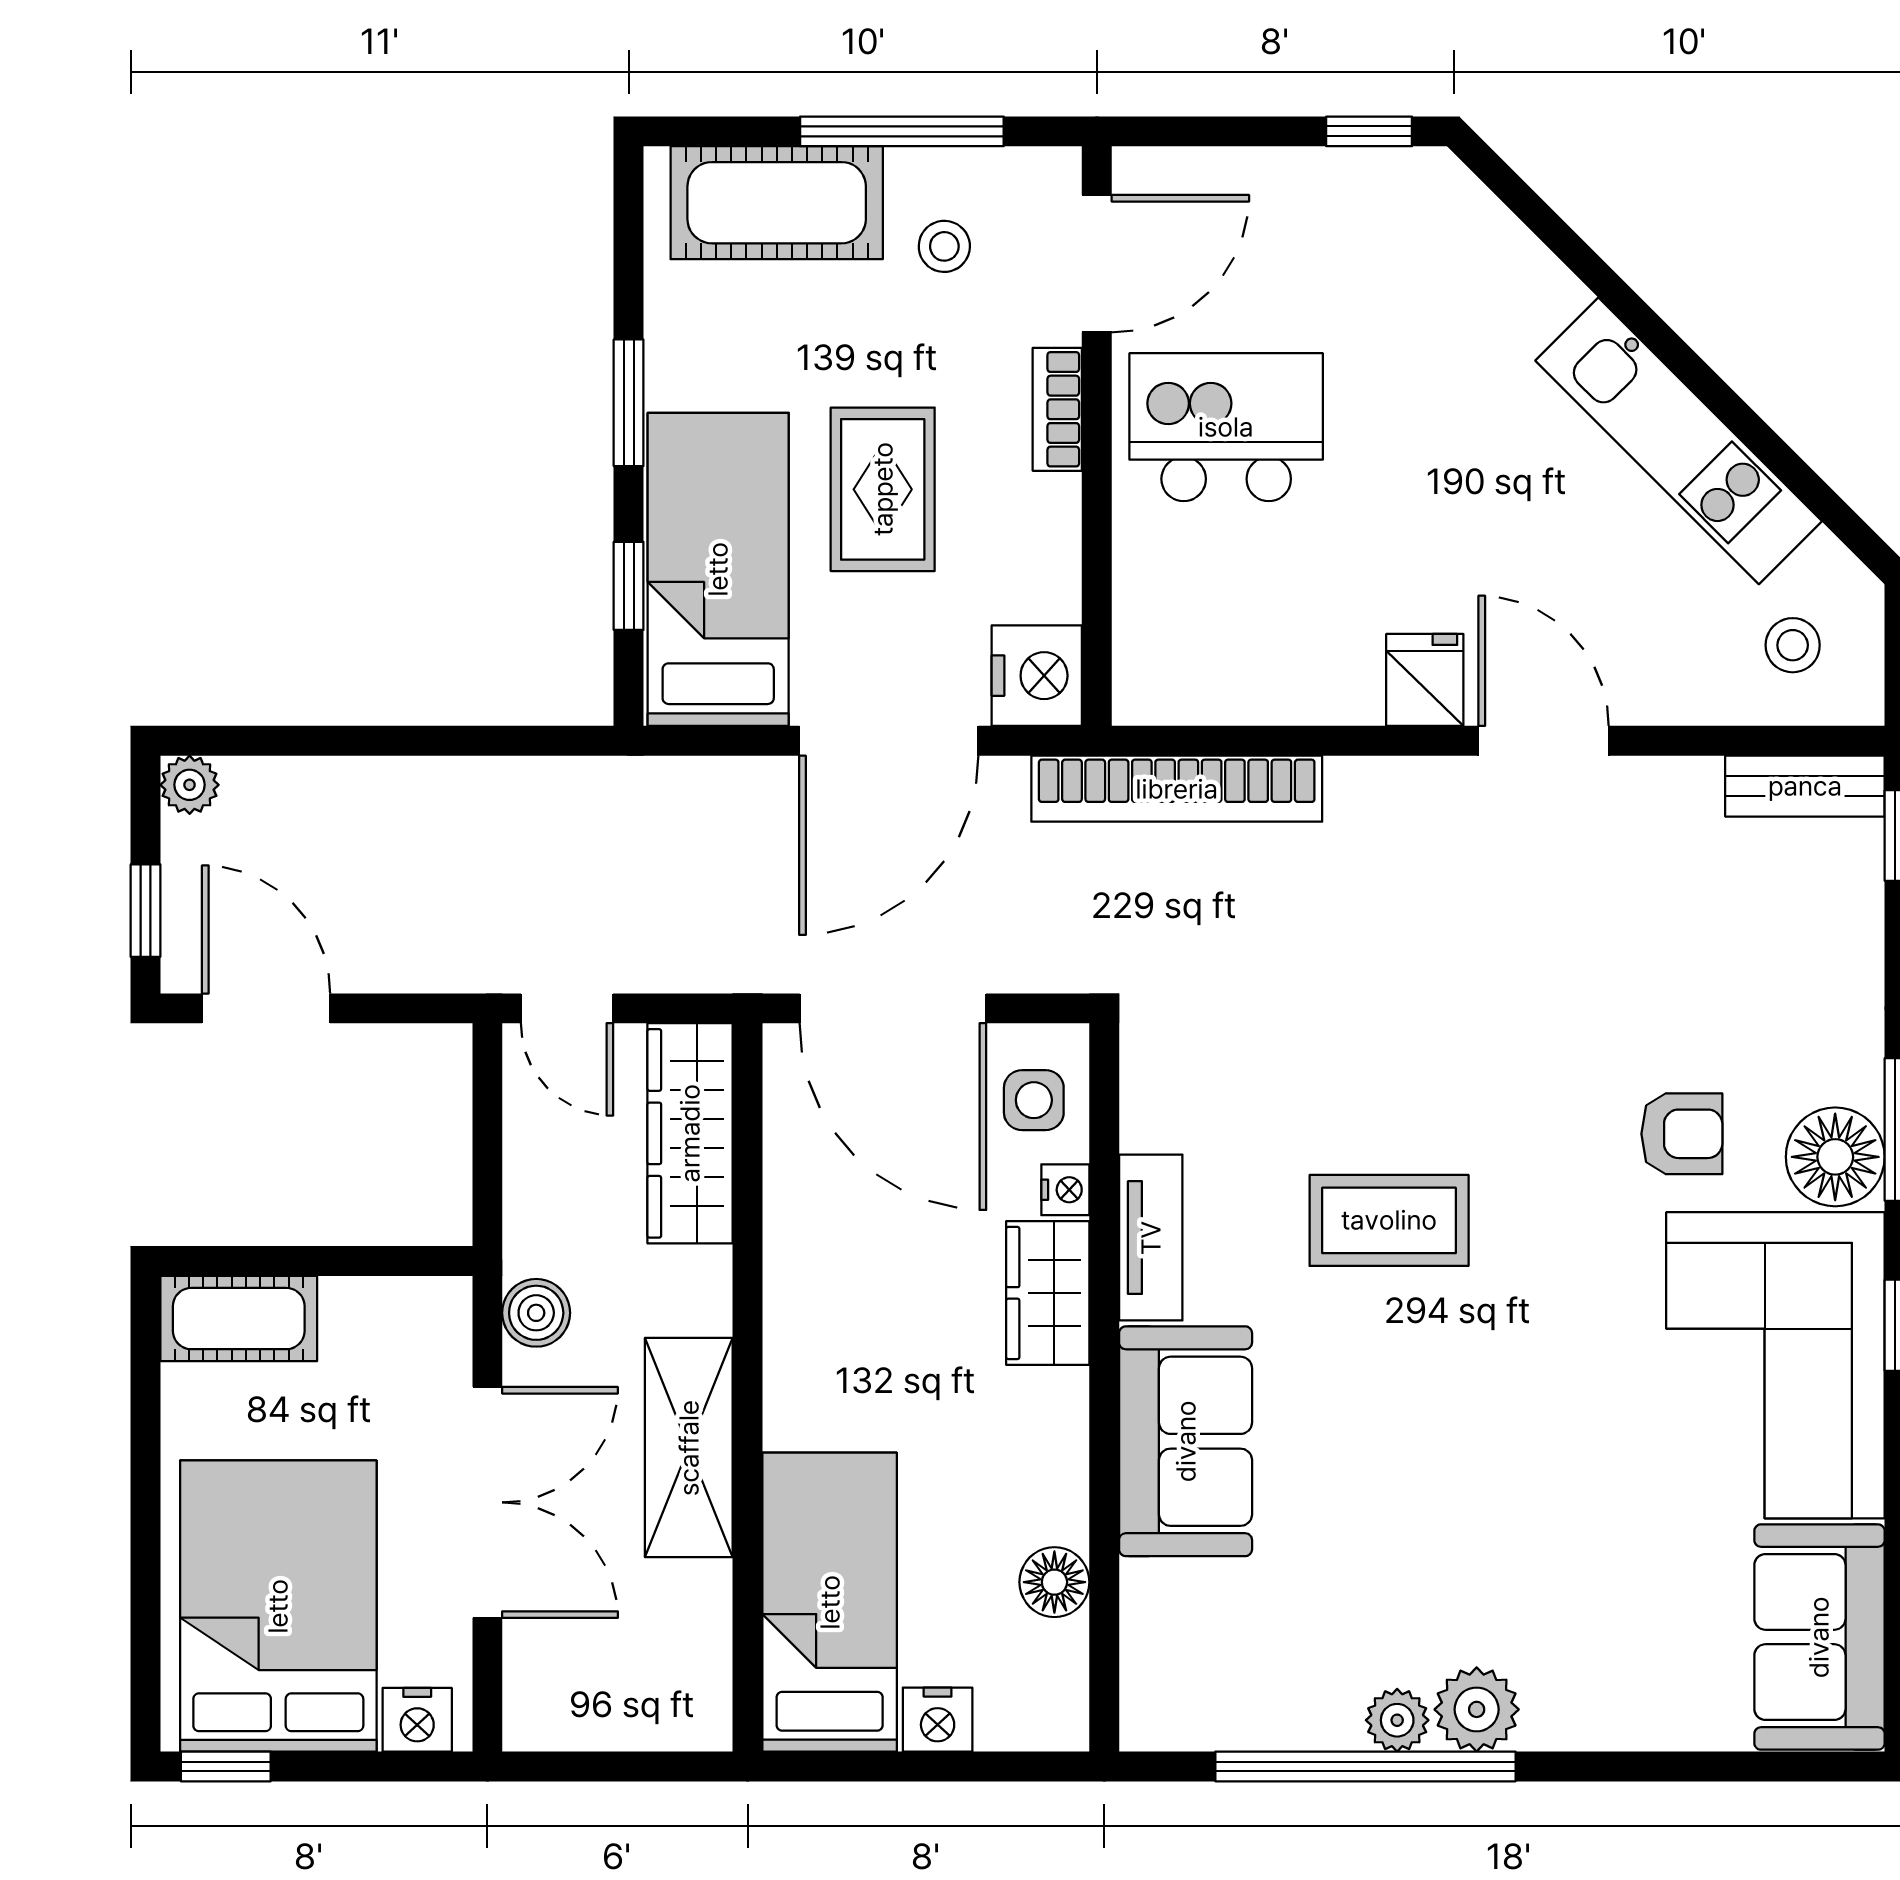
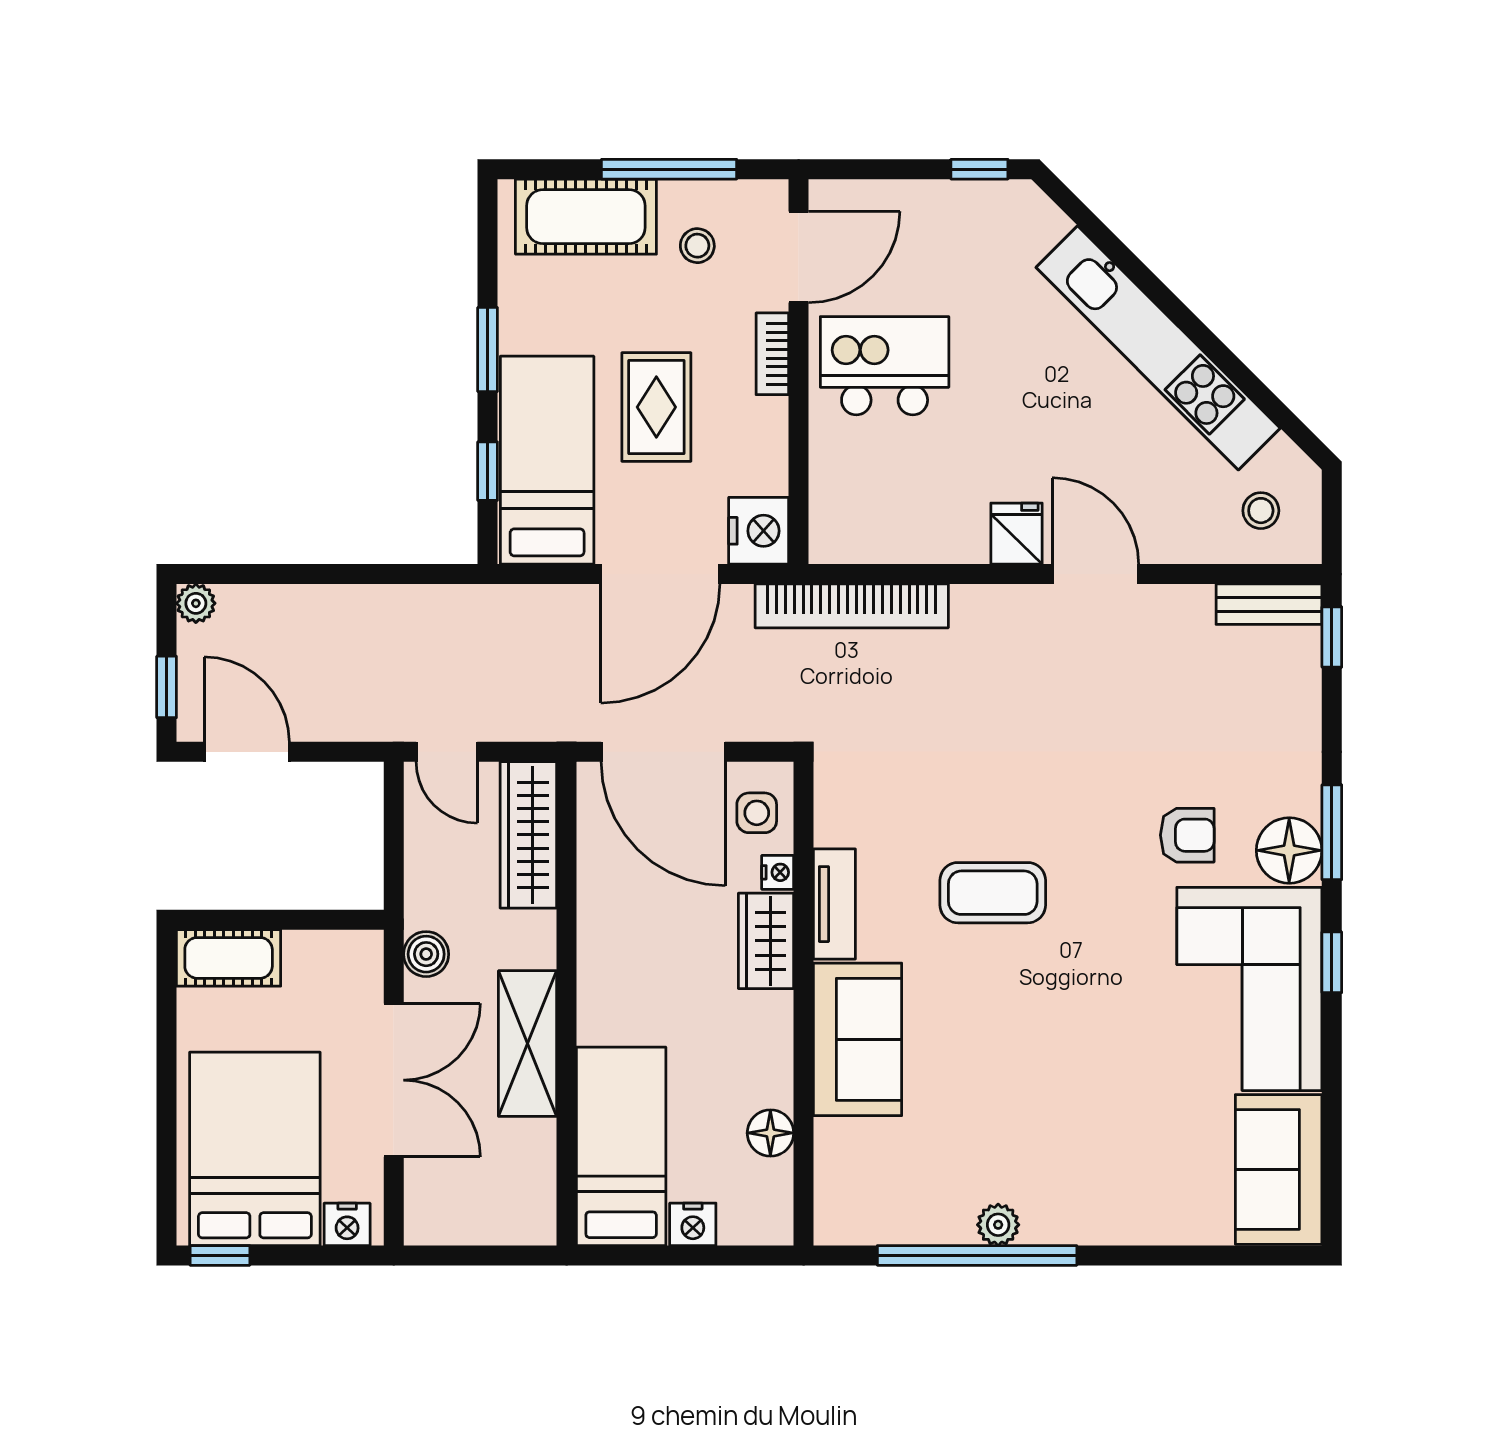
kitchen unit: (1679, 441) -> (1158, 348), width x1.36
plant: (1477, 1709) -> (1051, 1218), removed

